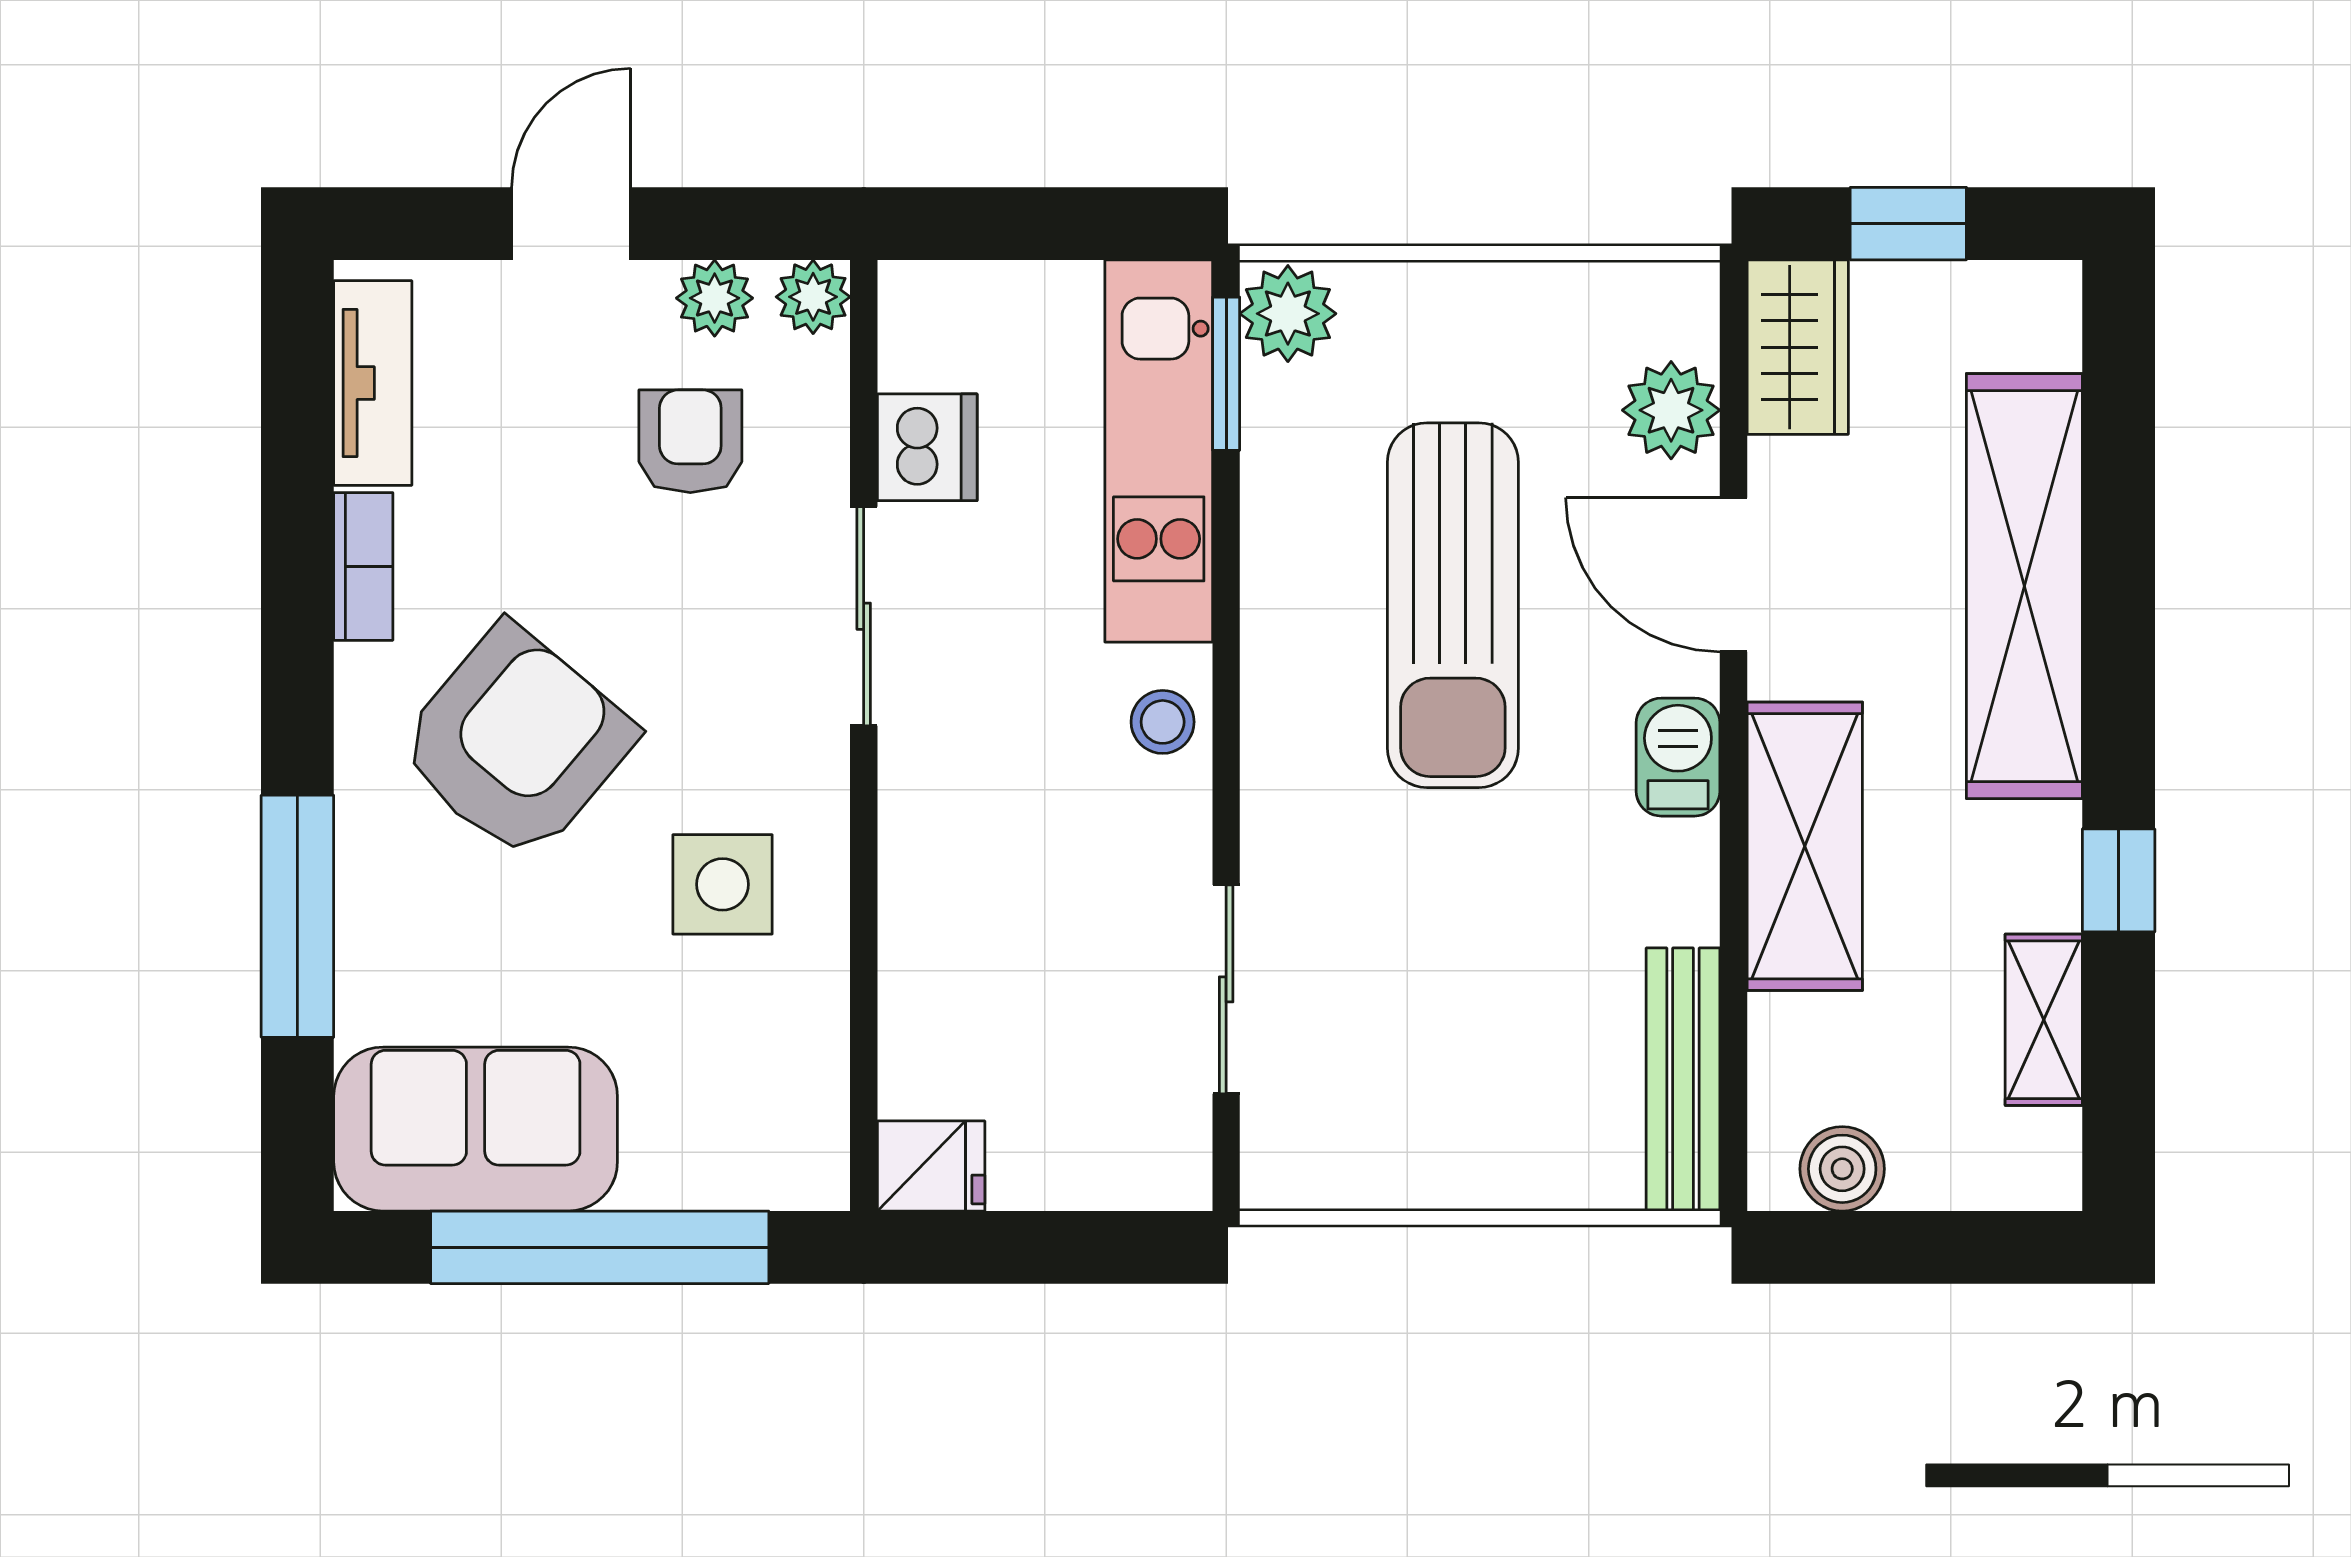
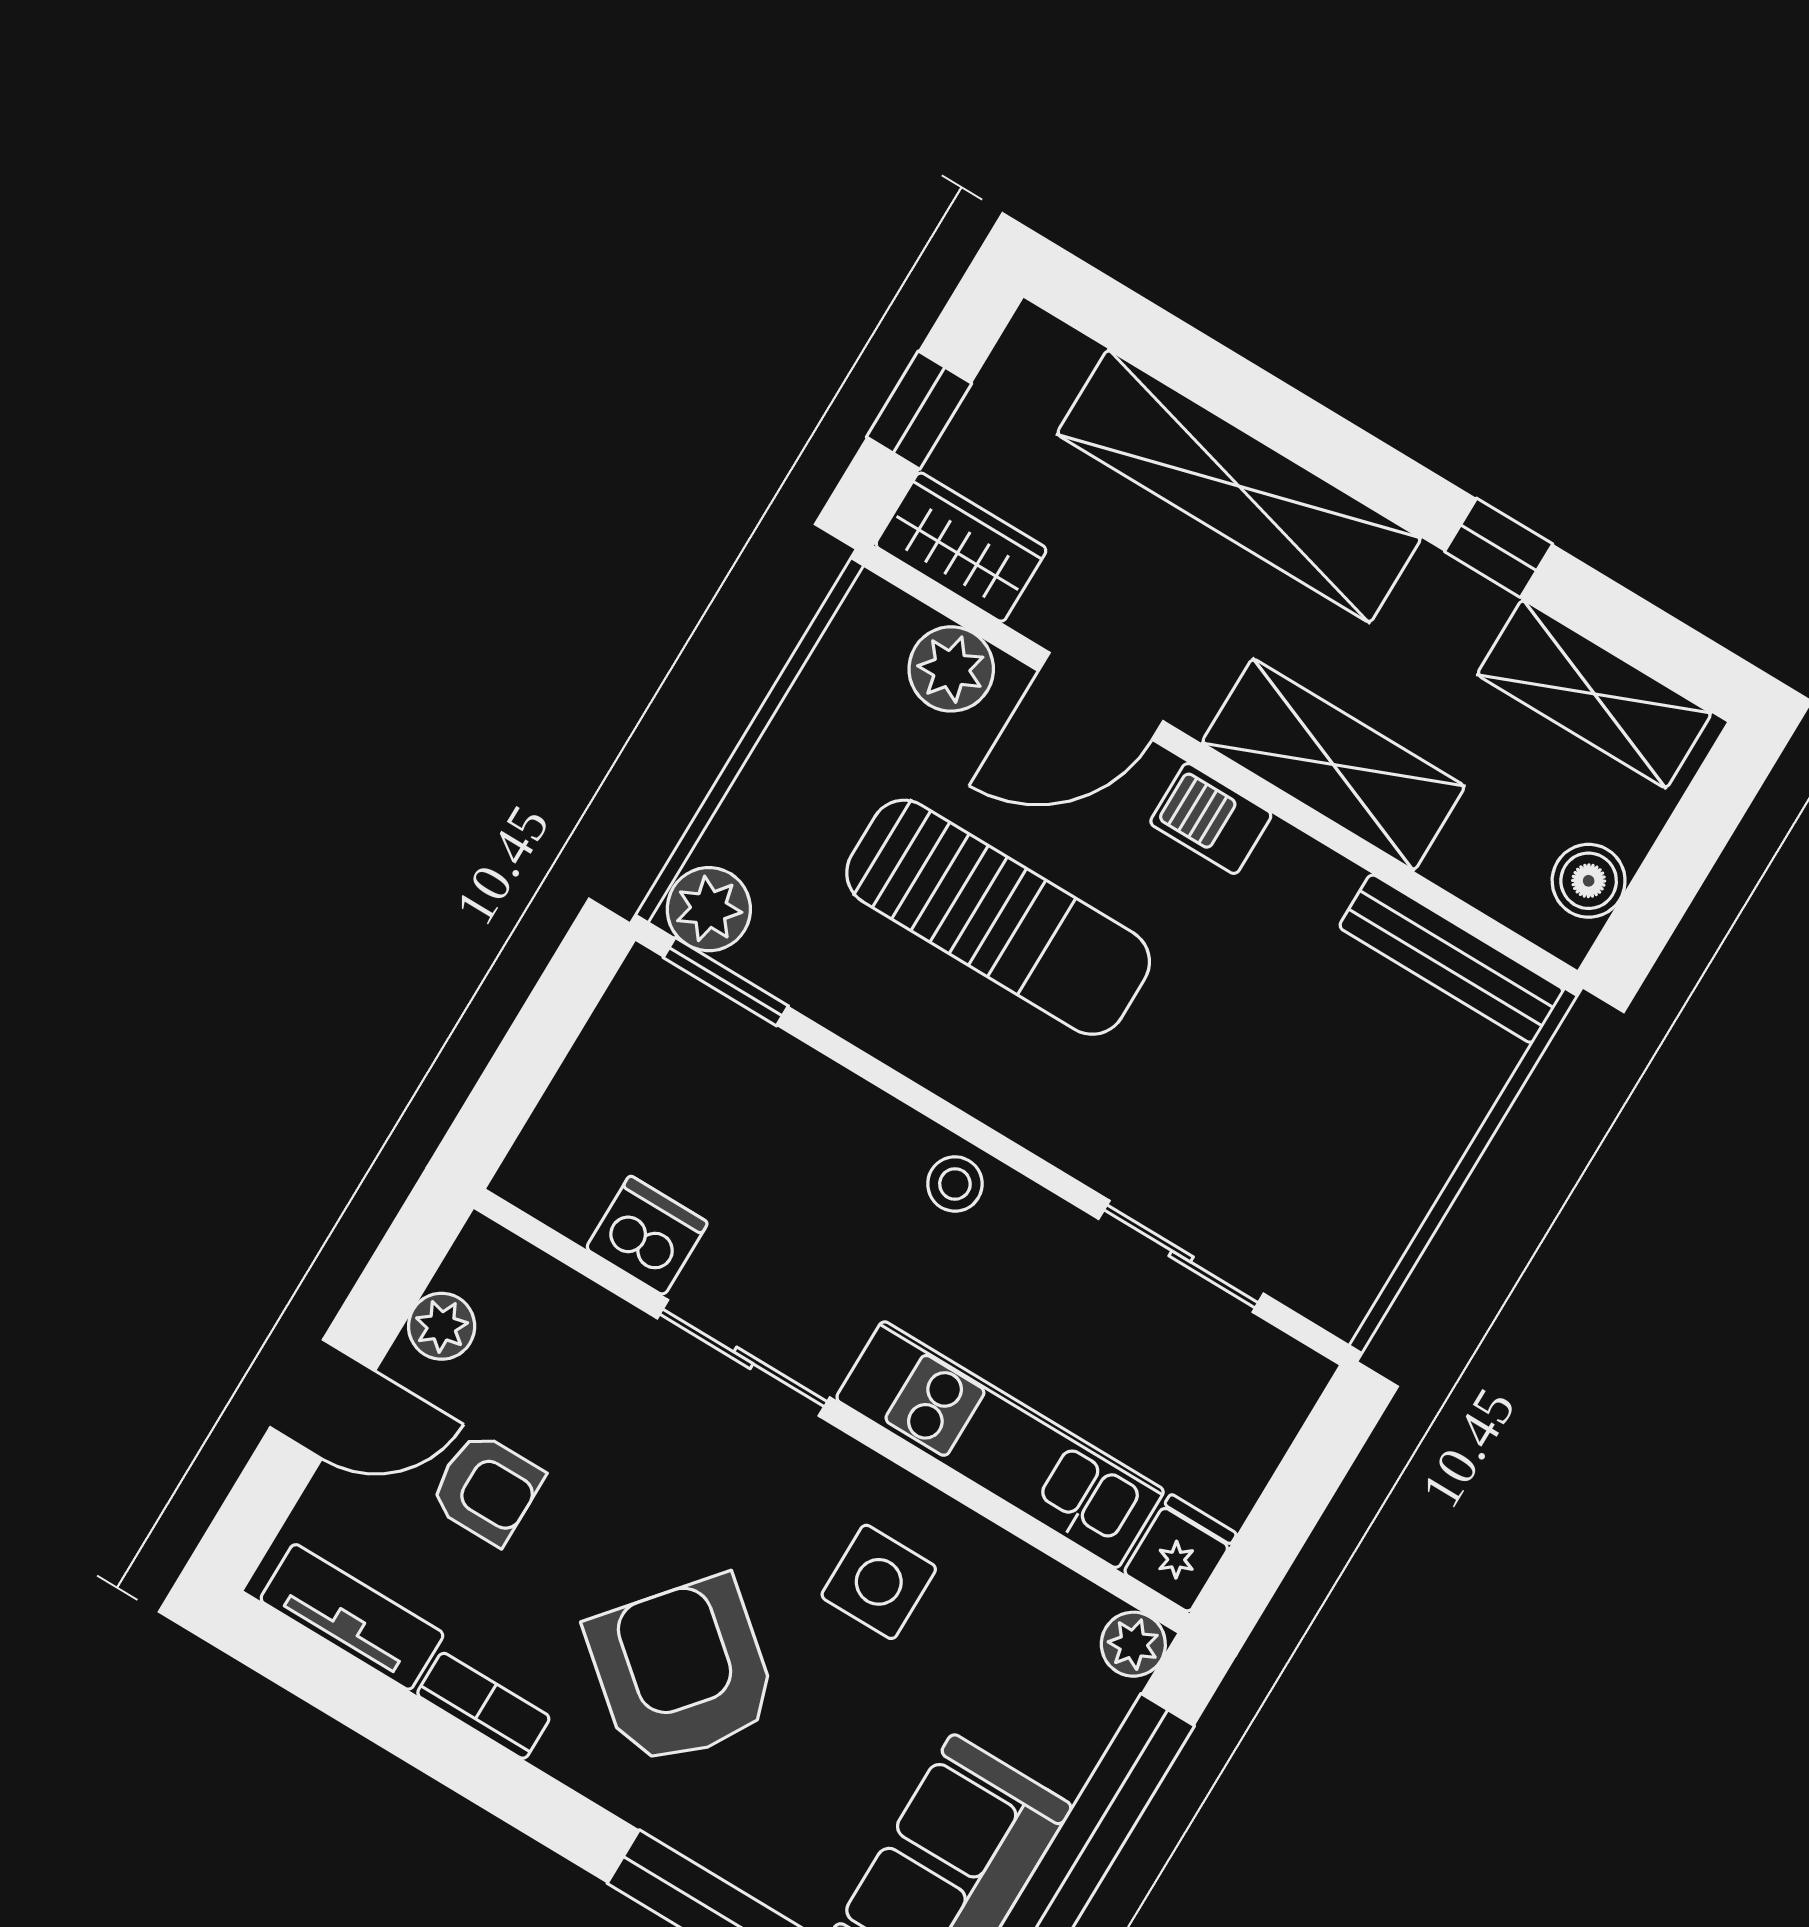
door: (571, 224) -> (322, 1399), swing flipped
plant: (813, 297) -> (1133, 1644), moved
armchair: (690, 441) -> (486, 1488), moved, turned 180
kitchen unit: (1159, 451) -> (1000, 1445), moved, turned 180
shelving: (2044, 1020) -> (1594, 694), width x1.50, depth x1.33

